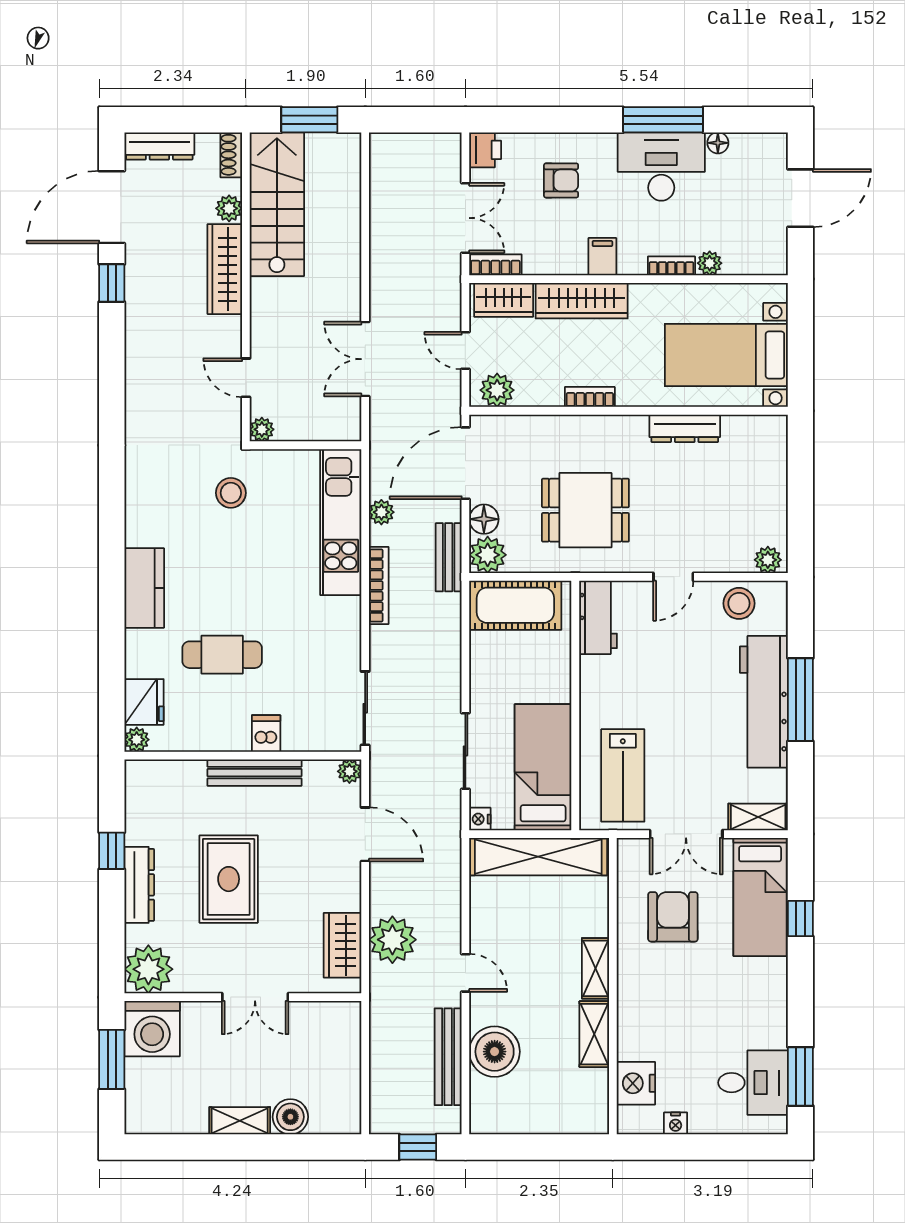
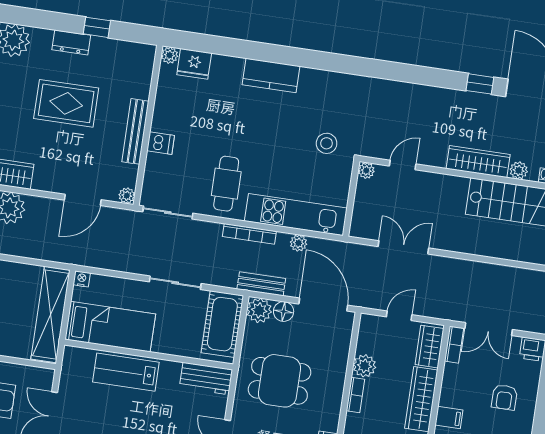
plant: (497, 390) -> (364, 366), moved
dining table: (585, 510) -> (280, 381), turned 90
cafe table: (222, 655) -> (226, 184), moved
sliding door: (465, 751) -> (175, 283), moved
lab bench: (623, 775) -> (126, 372), moved
dresser: (139, 885) -> (71, 42), width x0.70

